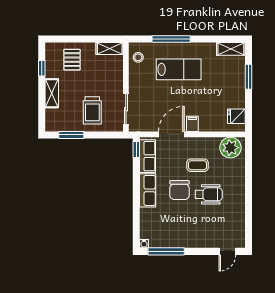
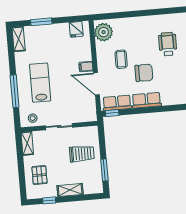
pallet: (72, 60) -> (40, 175), turned 90
sliding door: (126, 109) -> (59, 127), moved
wheelchair: (209, 194) -> (168, 44), moved

